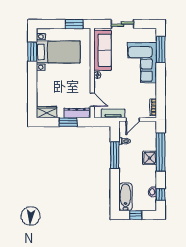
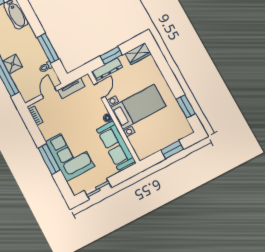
window: (74, 24) -> (172, 150), moved
sliding door: (123, 24) -> (98, 189), moved
window: (161, 49) -> (49, 159), moved
bed with nightstands: (58, 52) -> (138, 107), moved, turned 180
door: (92, 100) -> (99, 91), swing flipped

